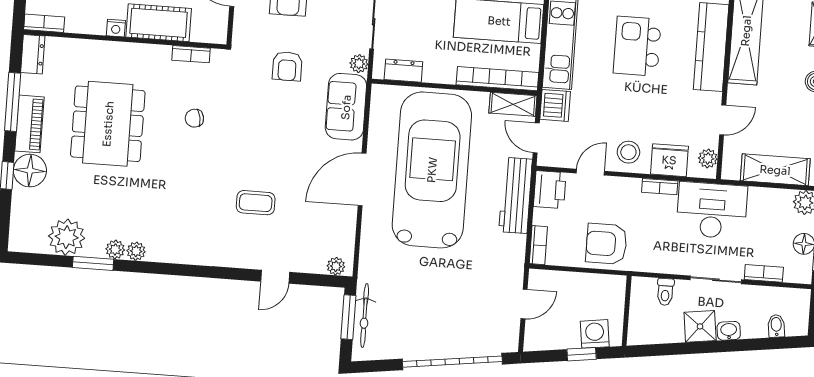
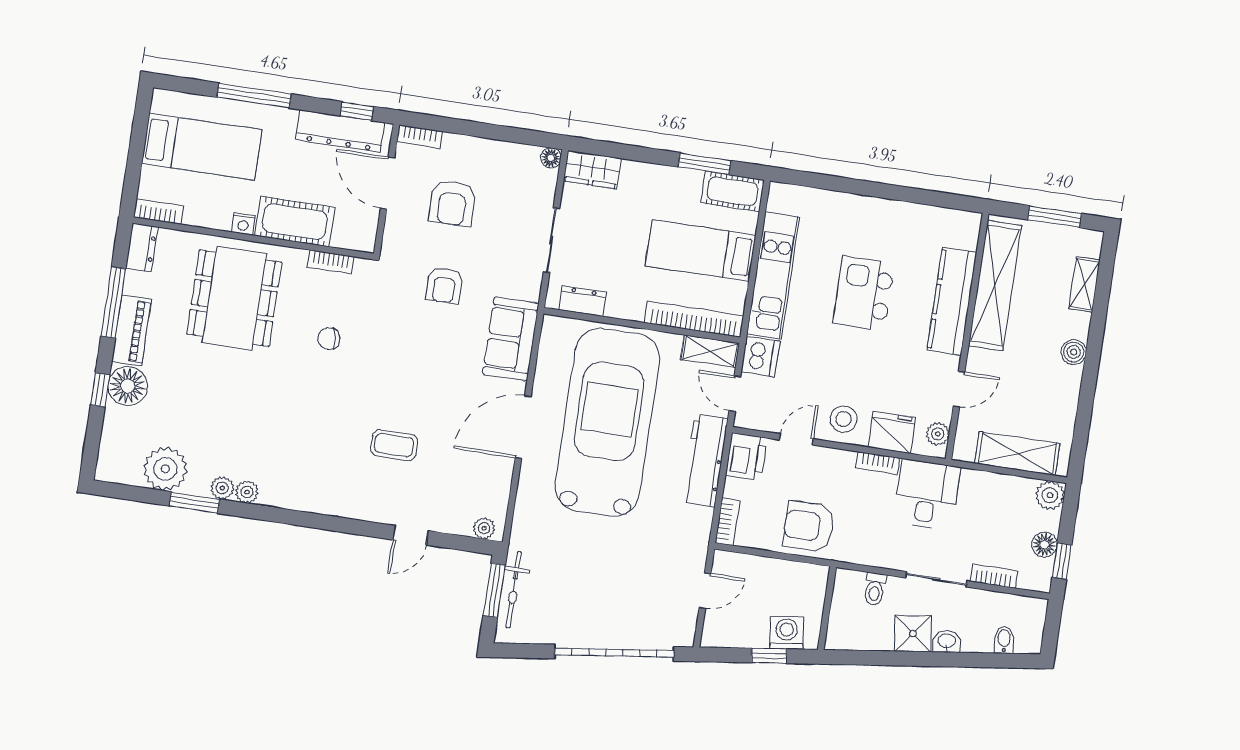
plant: (359, 64) -> (530, 289), removed
dining table: (108, 124) -> (234, 298), moved
desk: (712, 210) -> (927, 494), width x0.73

